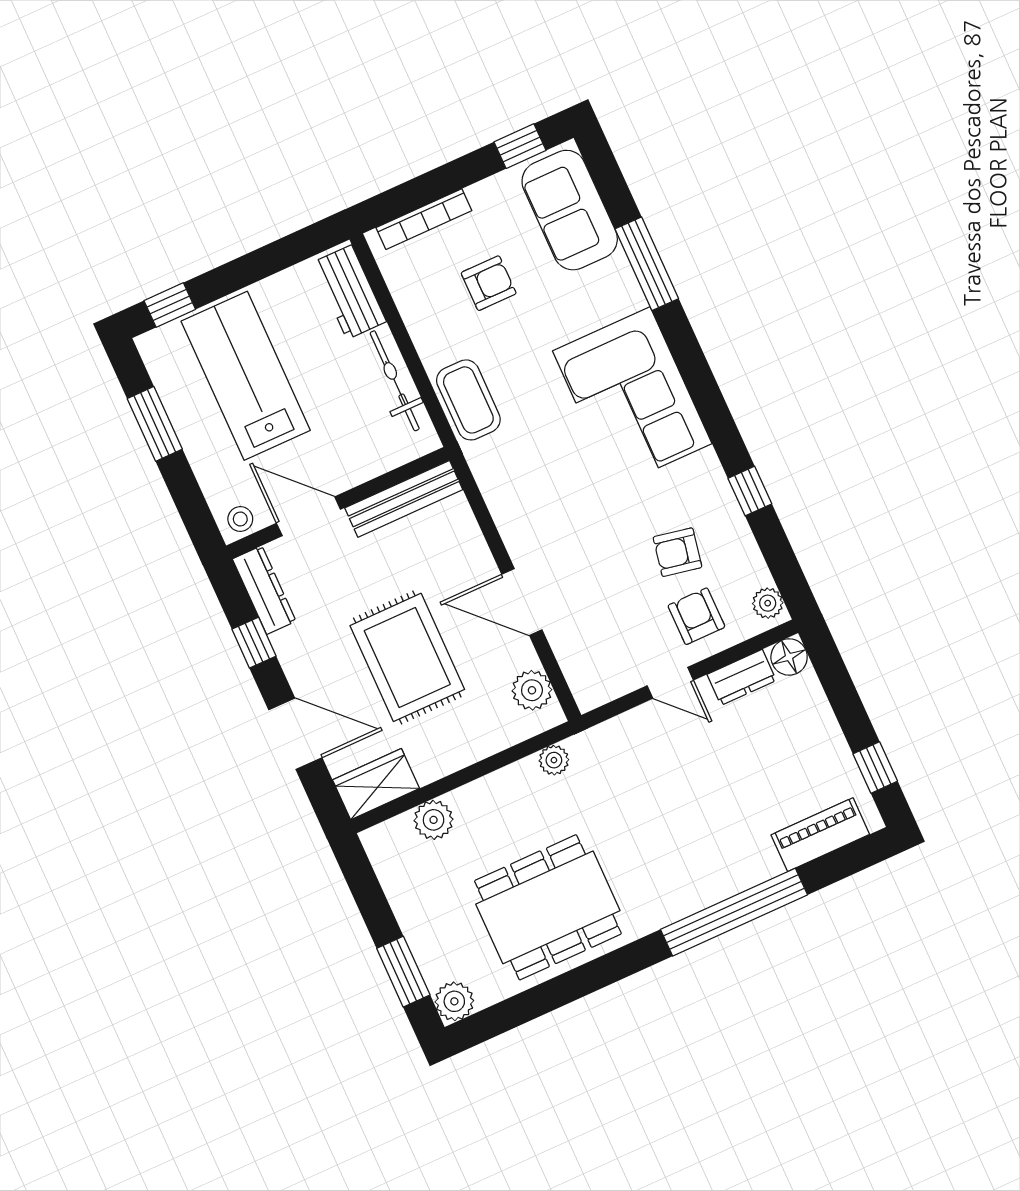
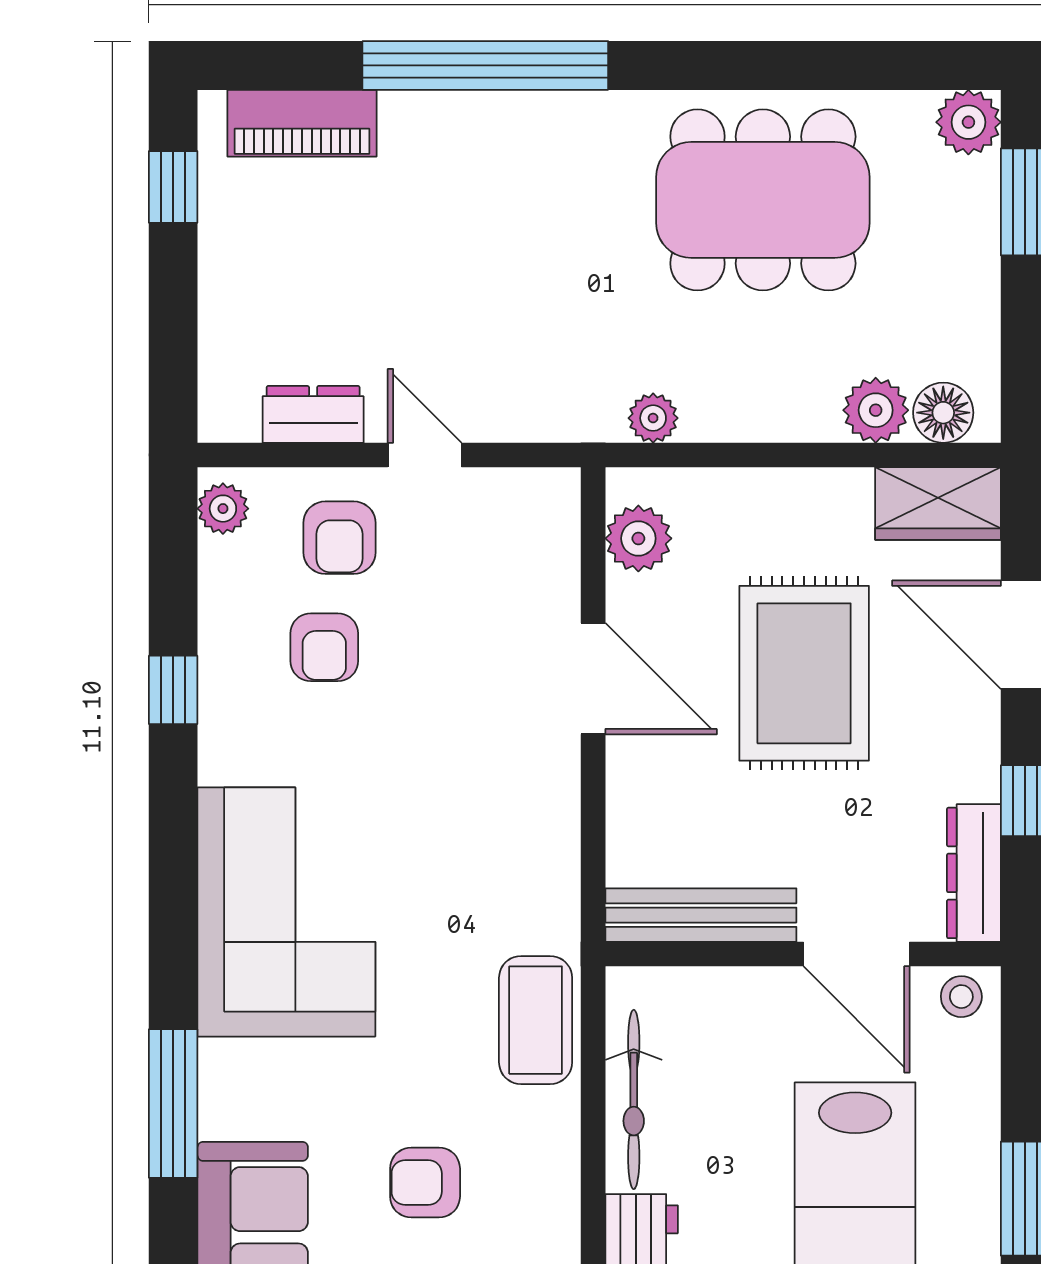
armchair: (677, 552) -> (324, 647), turned 79
floor lamp: (789, 657) -> (943, 413), moved

